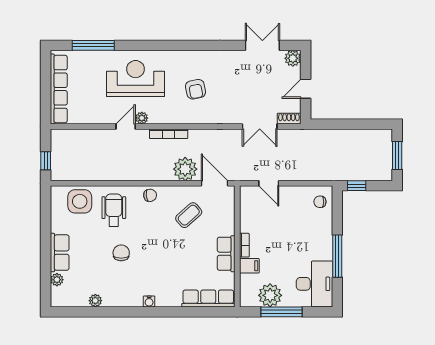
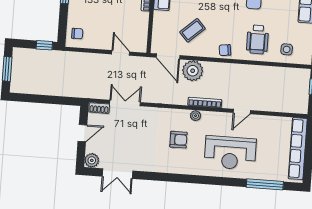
armchair: (196, 89) -> (179, 140), turned 101
plant: (142, 118) -> (196, 116), moved
side table: (80, 201) -> (287, 49), width x0.54, depth x0.54

